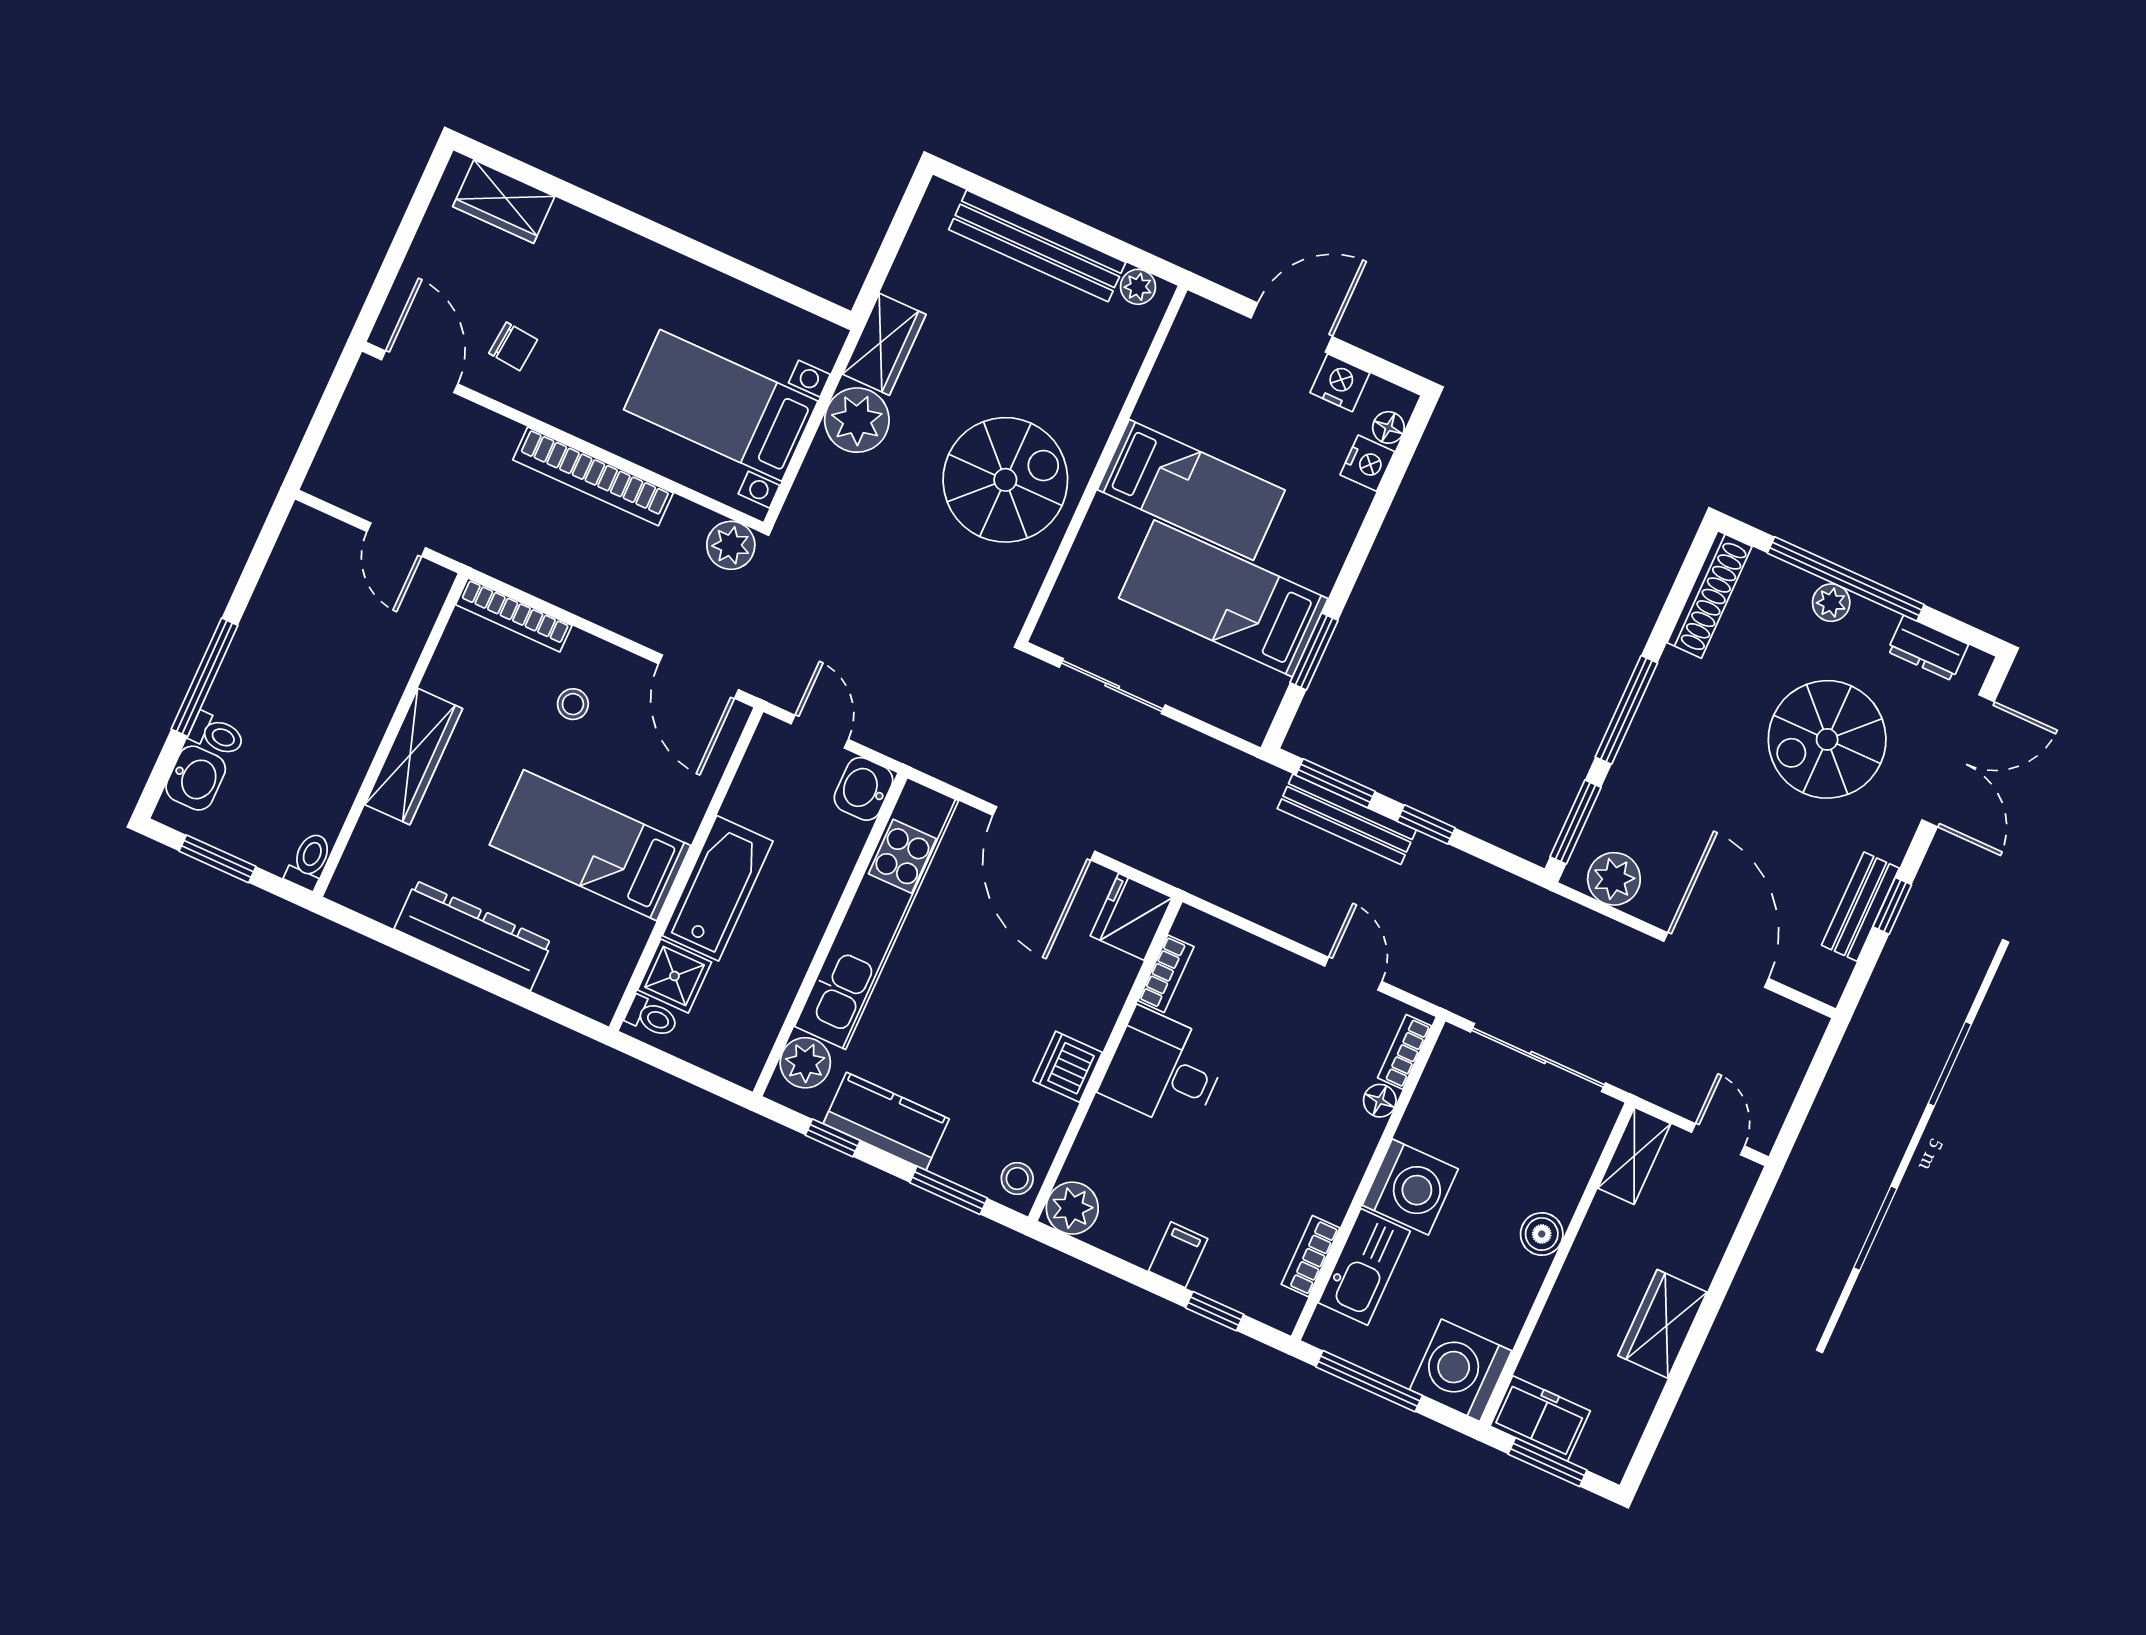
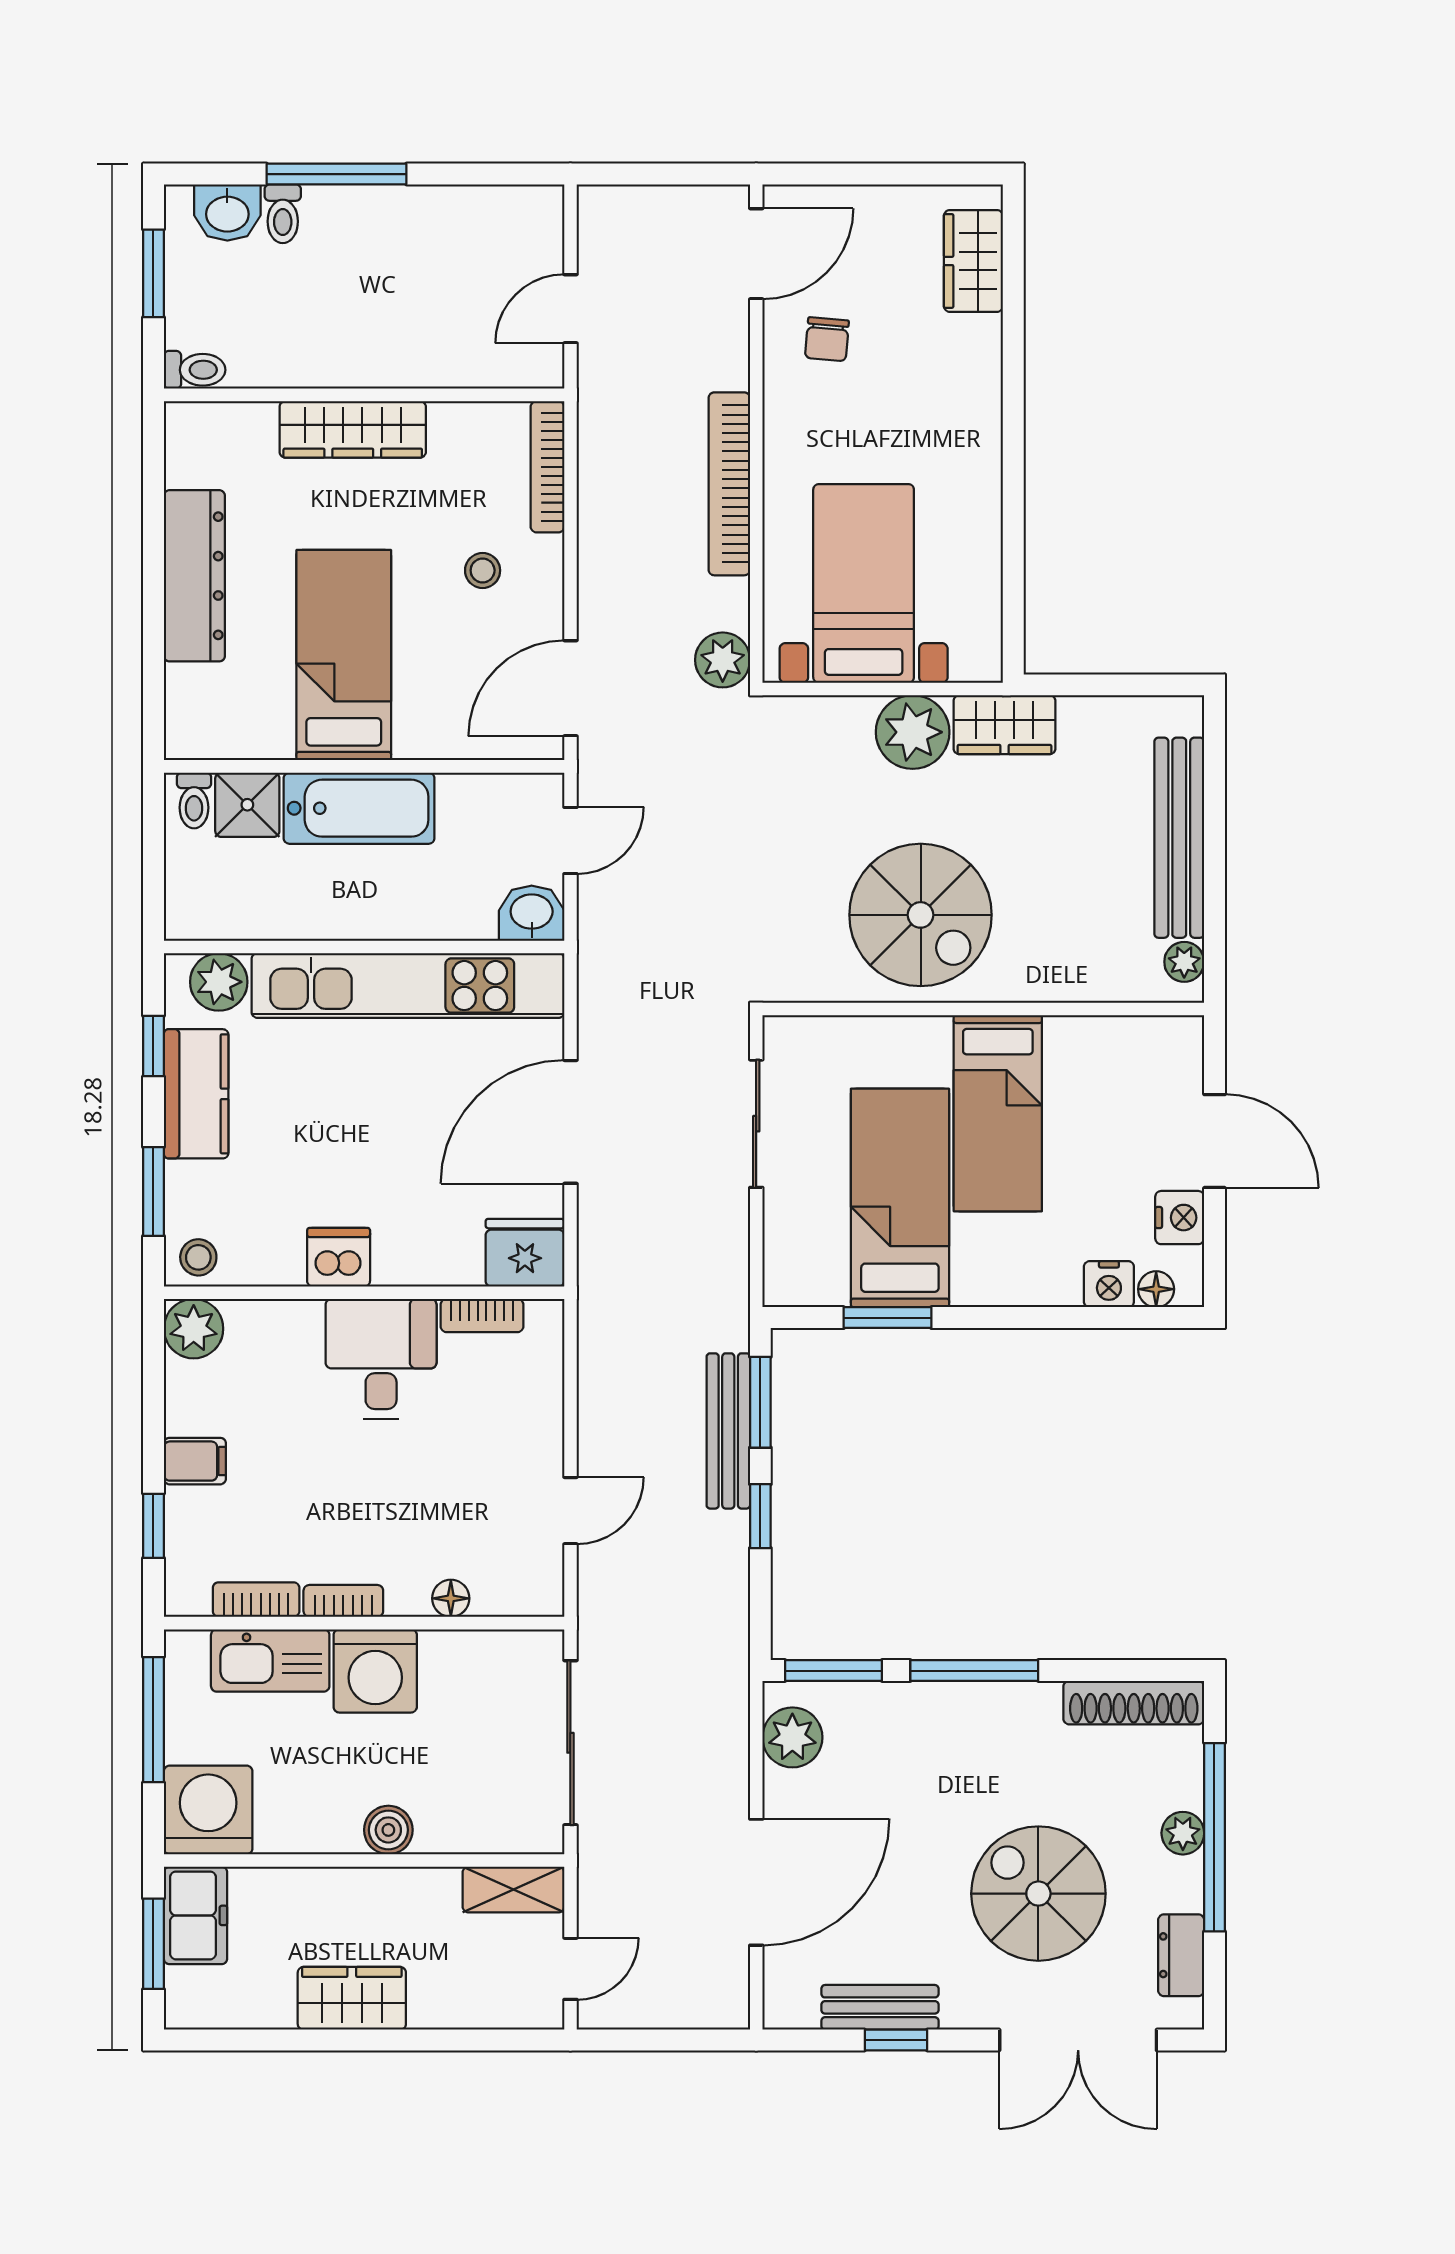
bookcase: (1404, 1052) -> (343, 1601), moved

